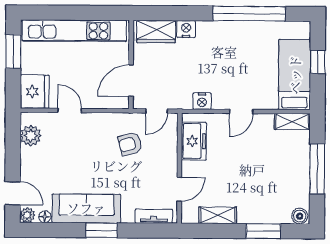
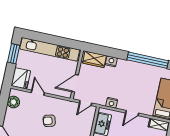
armchair: (130, 144) -> (49, 121), moved

